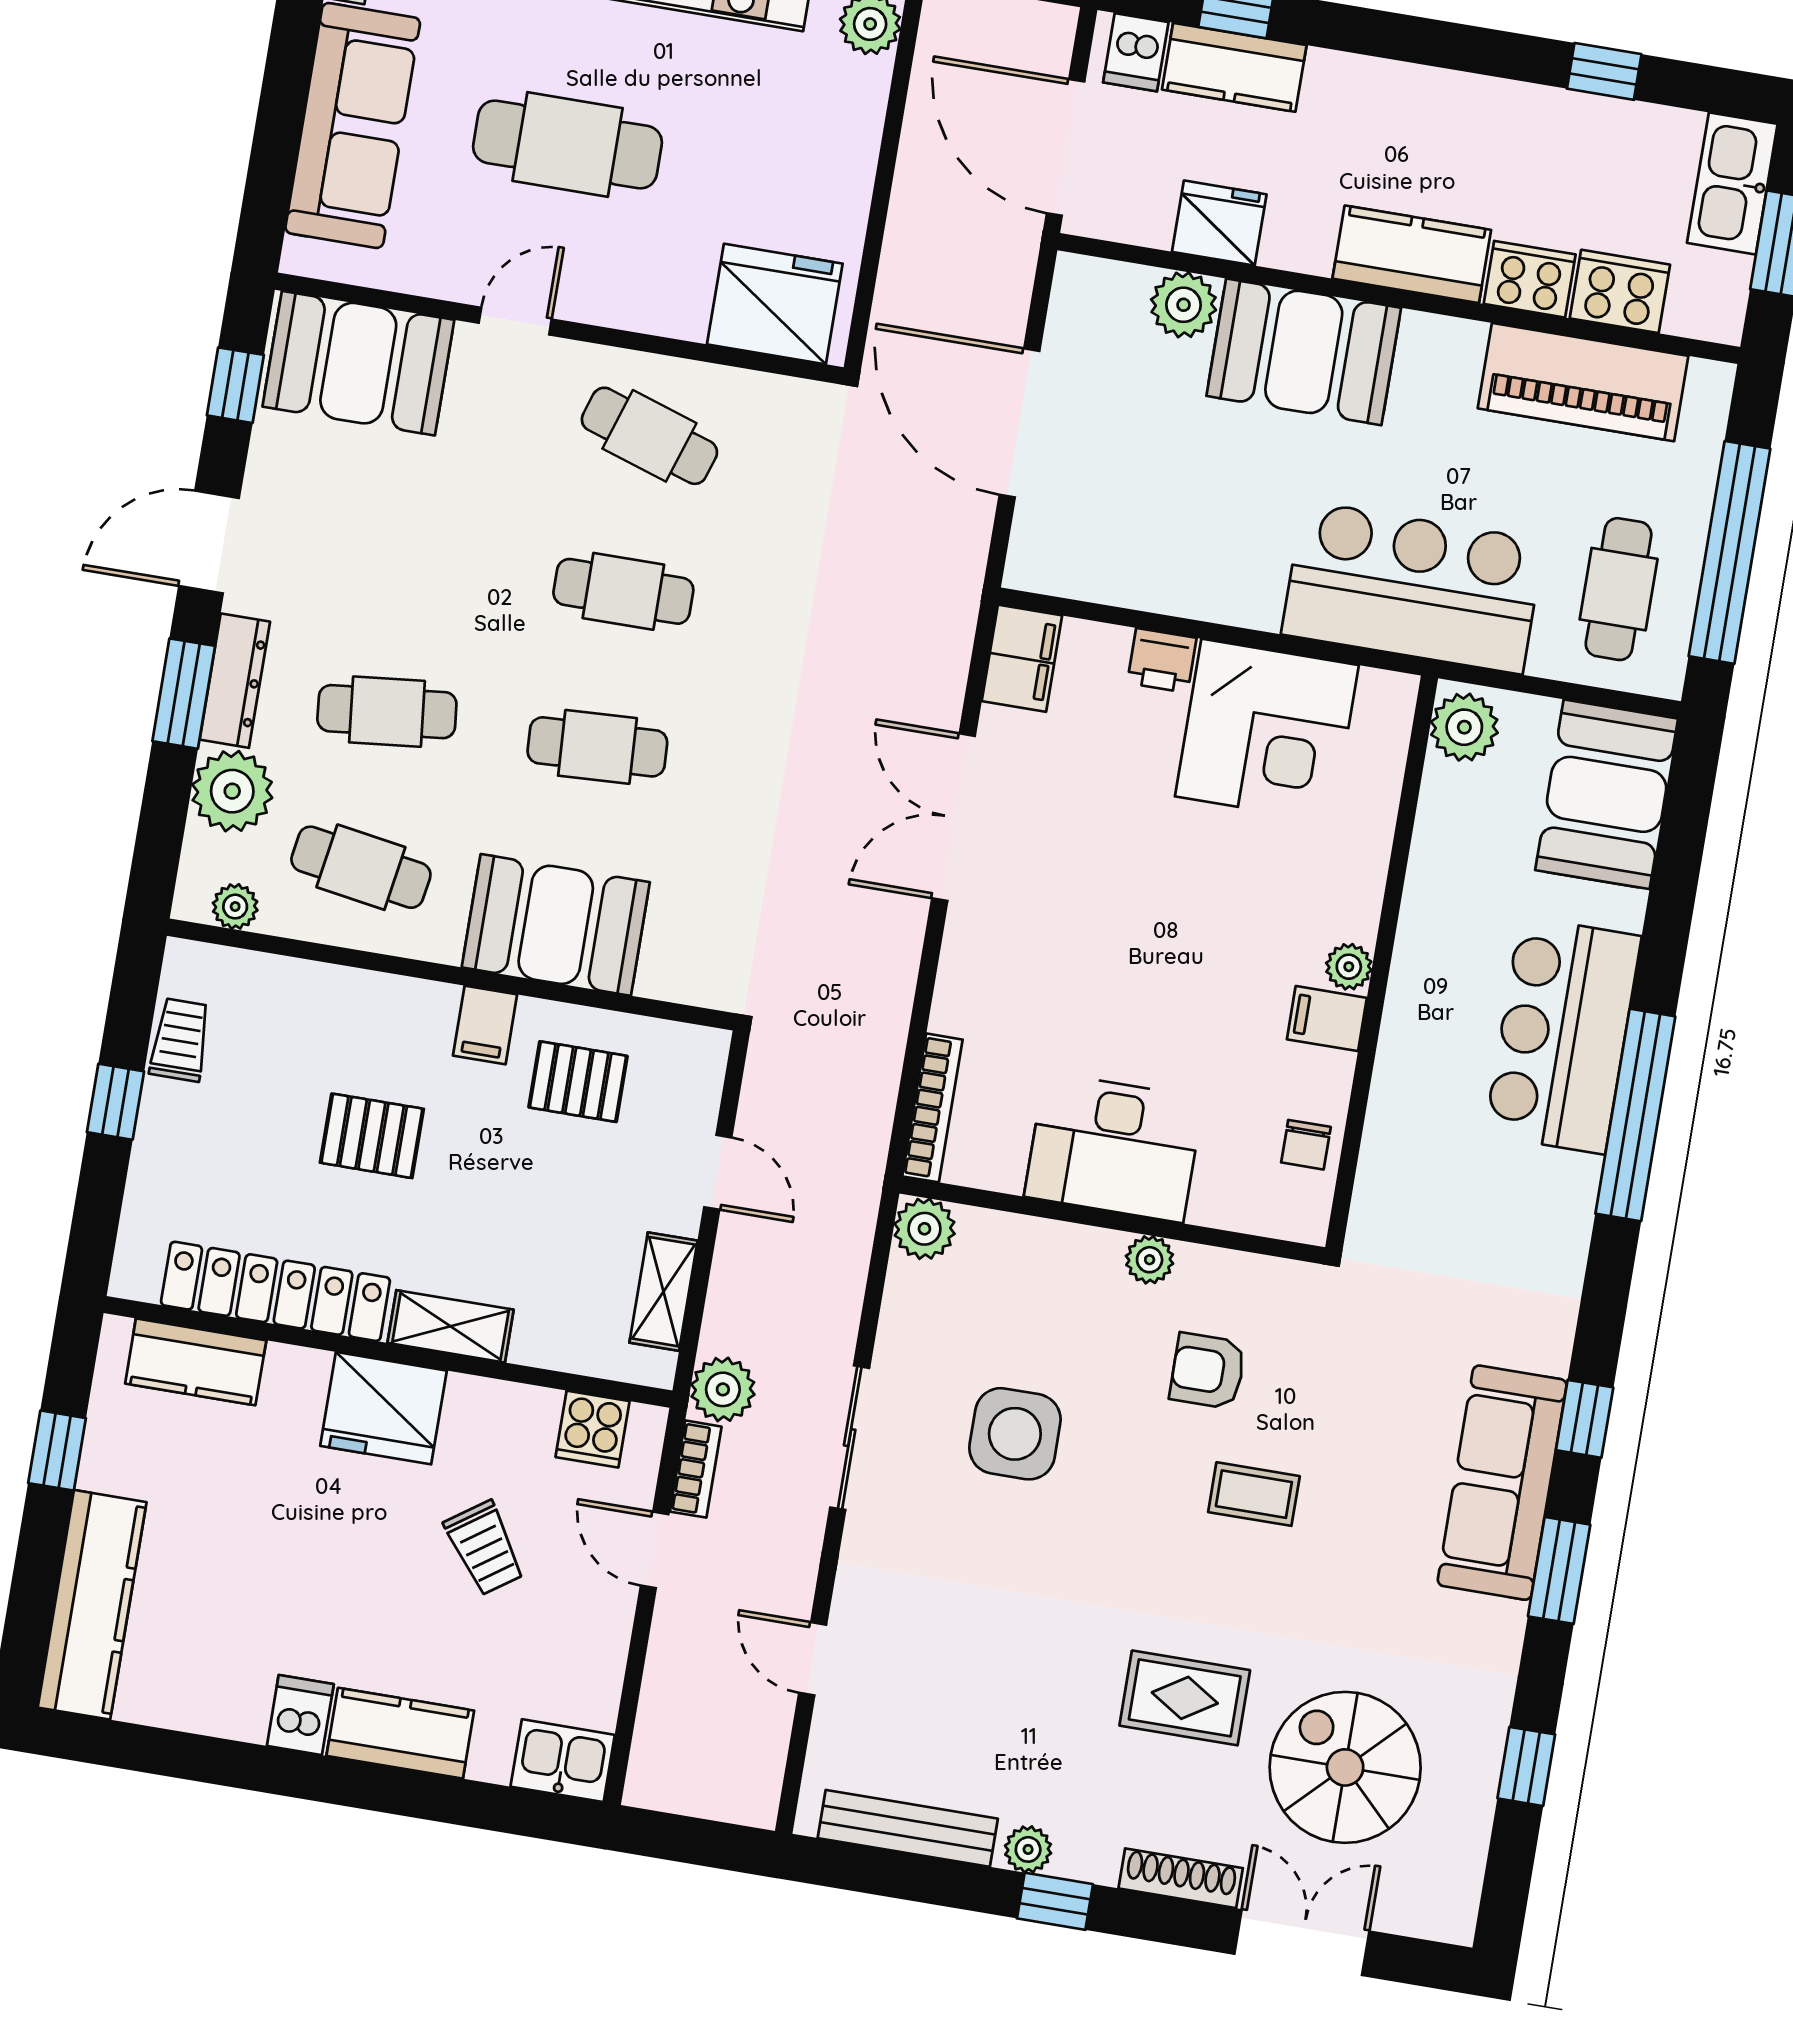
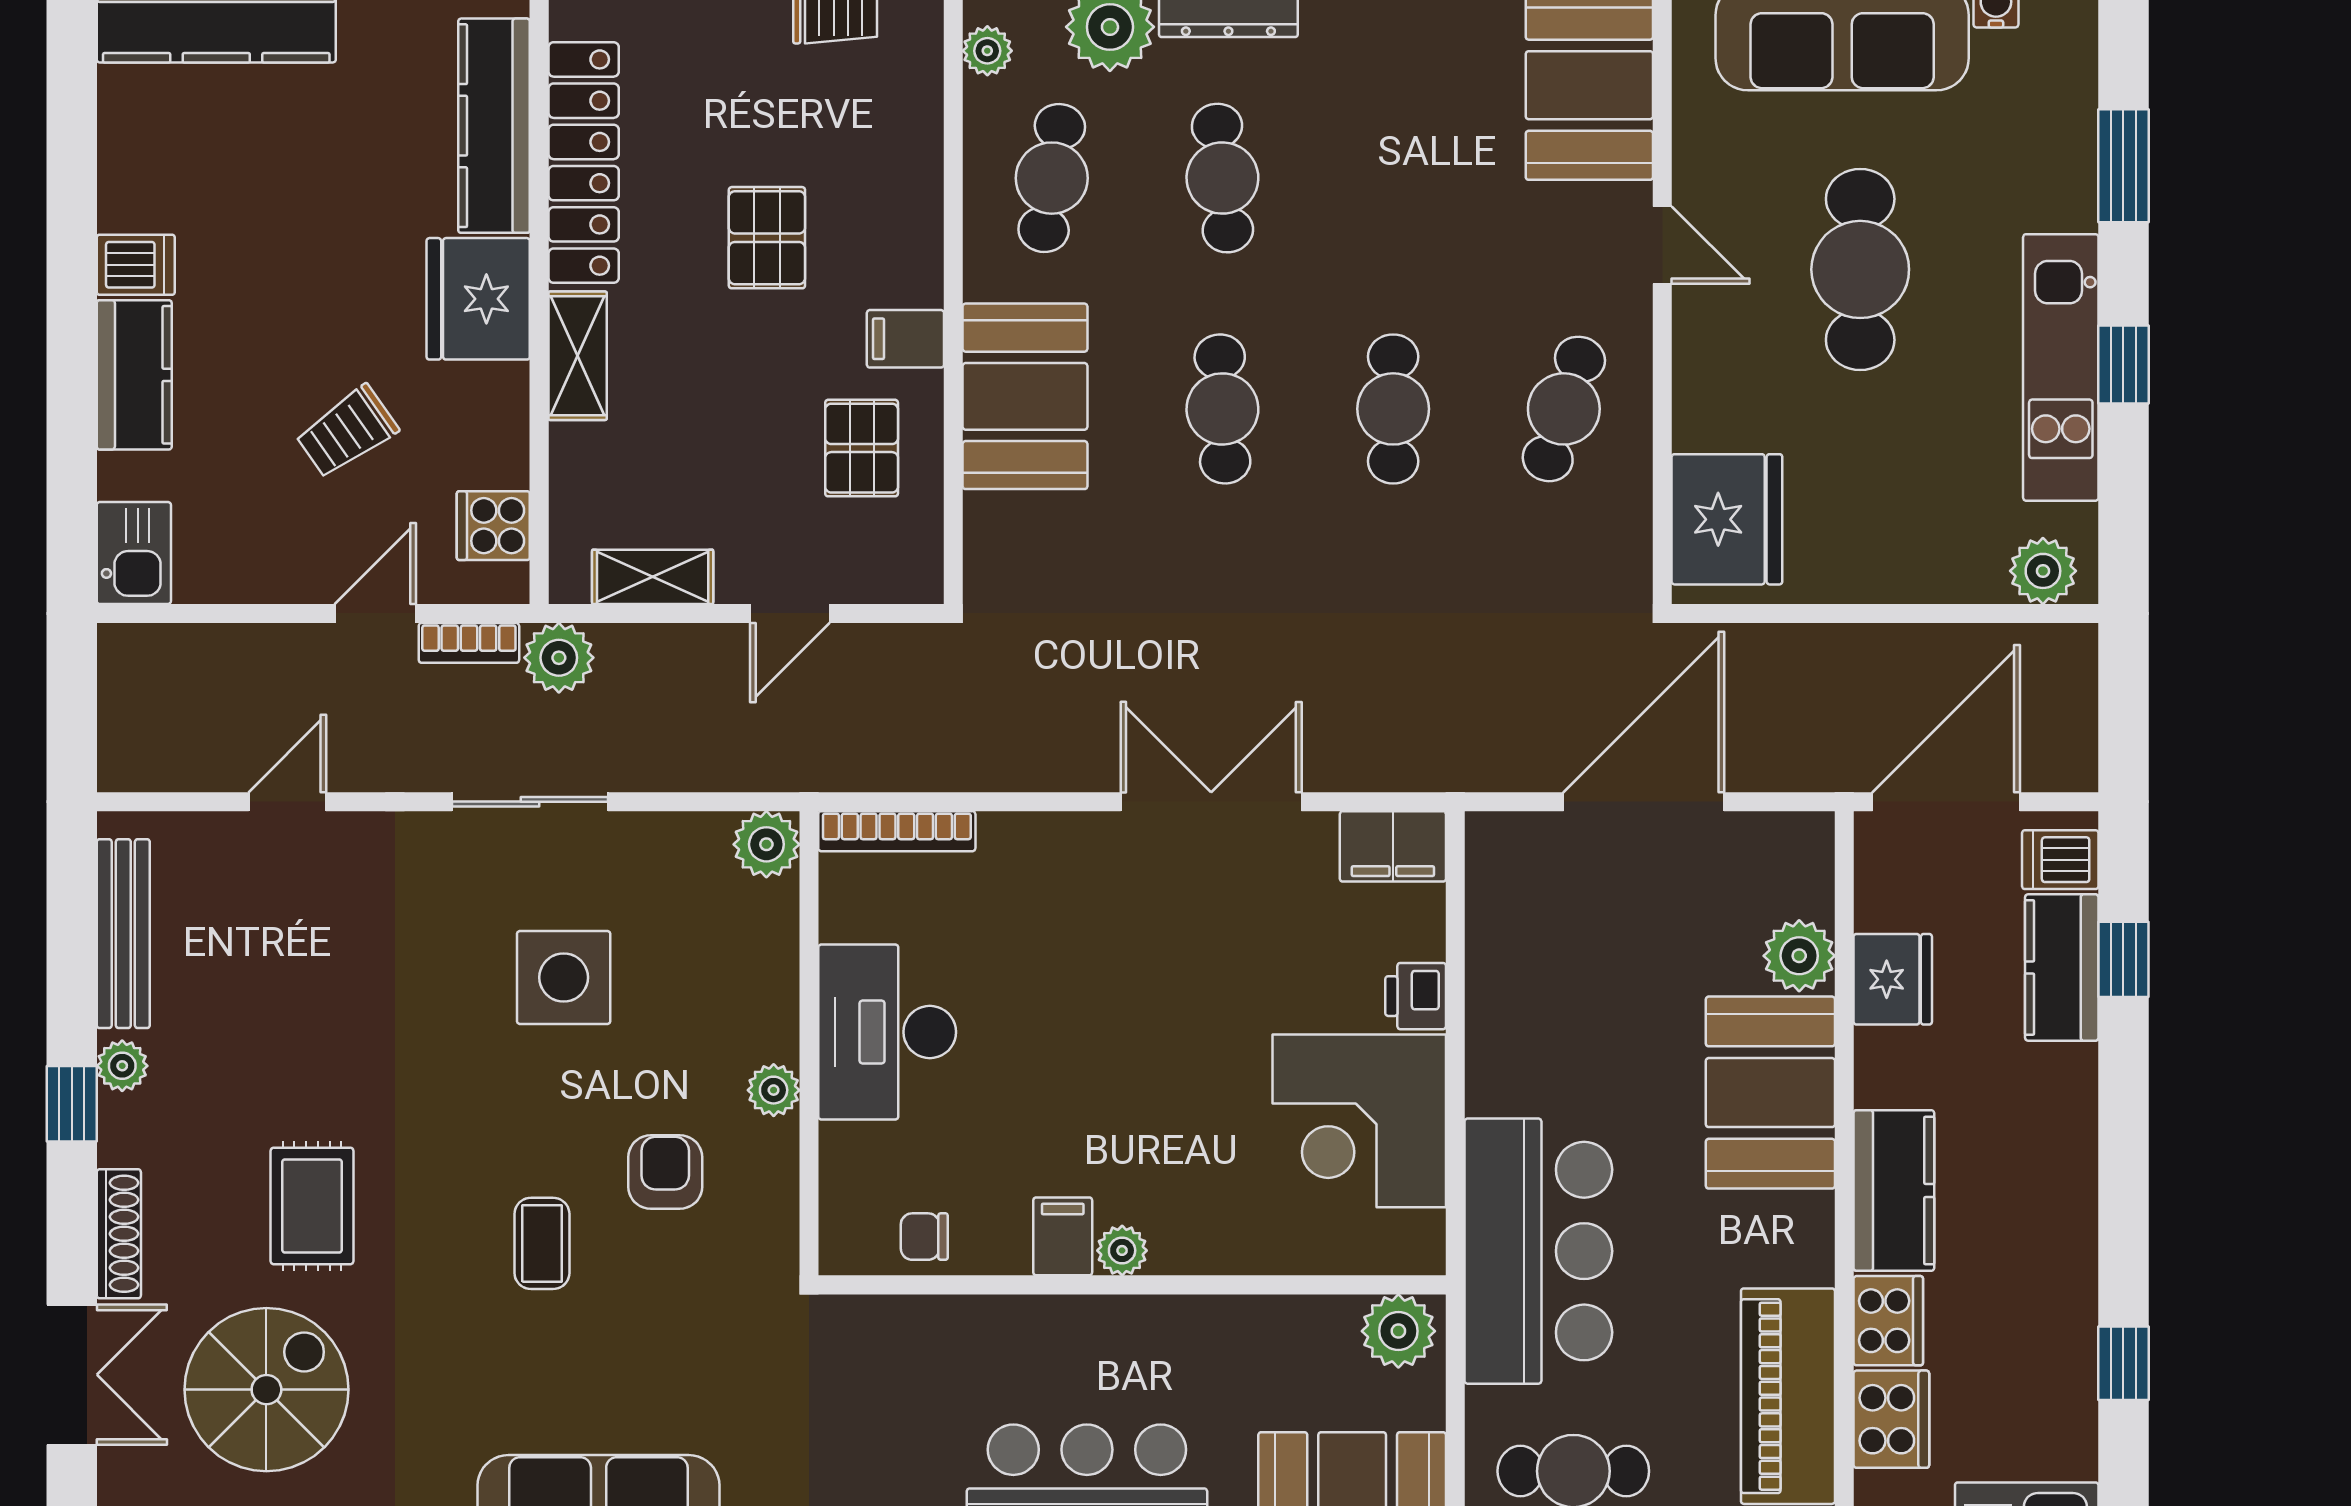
kitchen counter: (196, 1362) -> (494, 126), width x1.50

